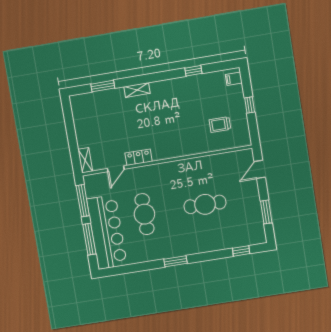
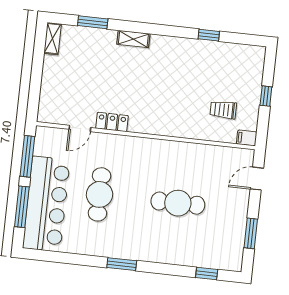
filing cabinet: (234, 79) -> (247, 138), moved
shelving: (85, 160) -> (53, 39), moved

